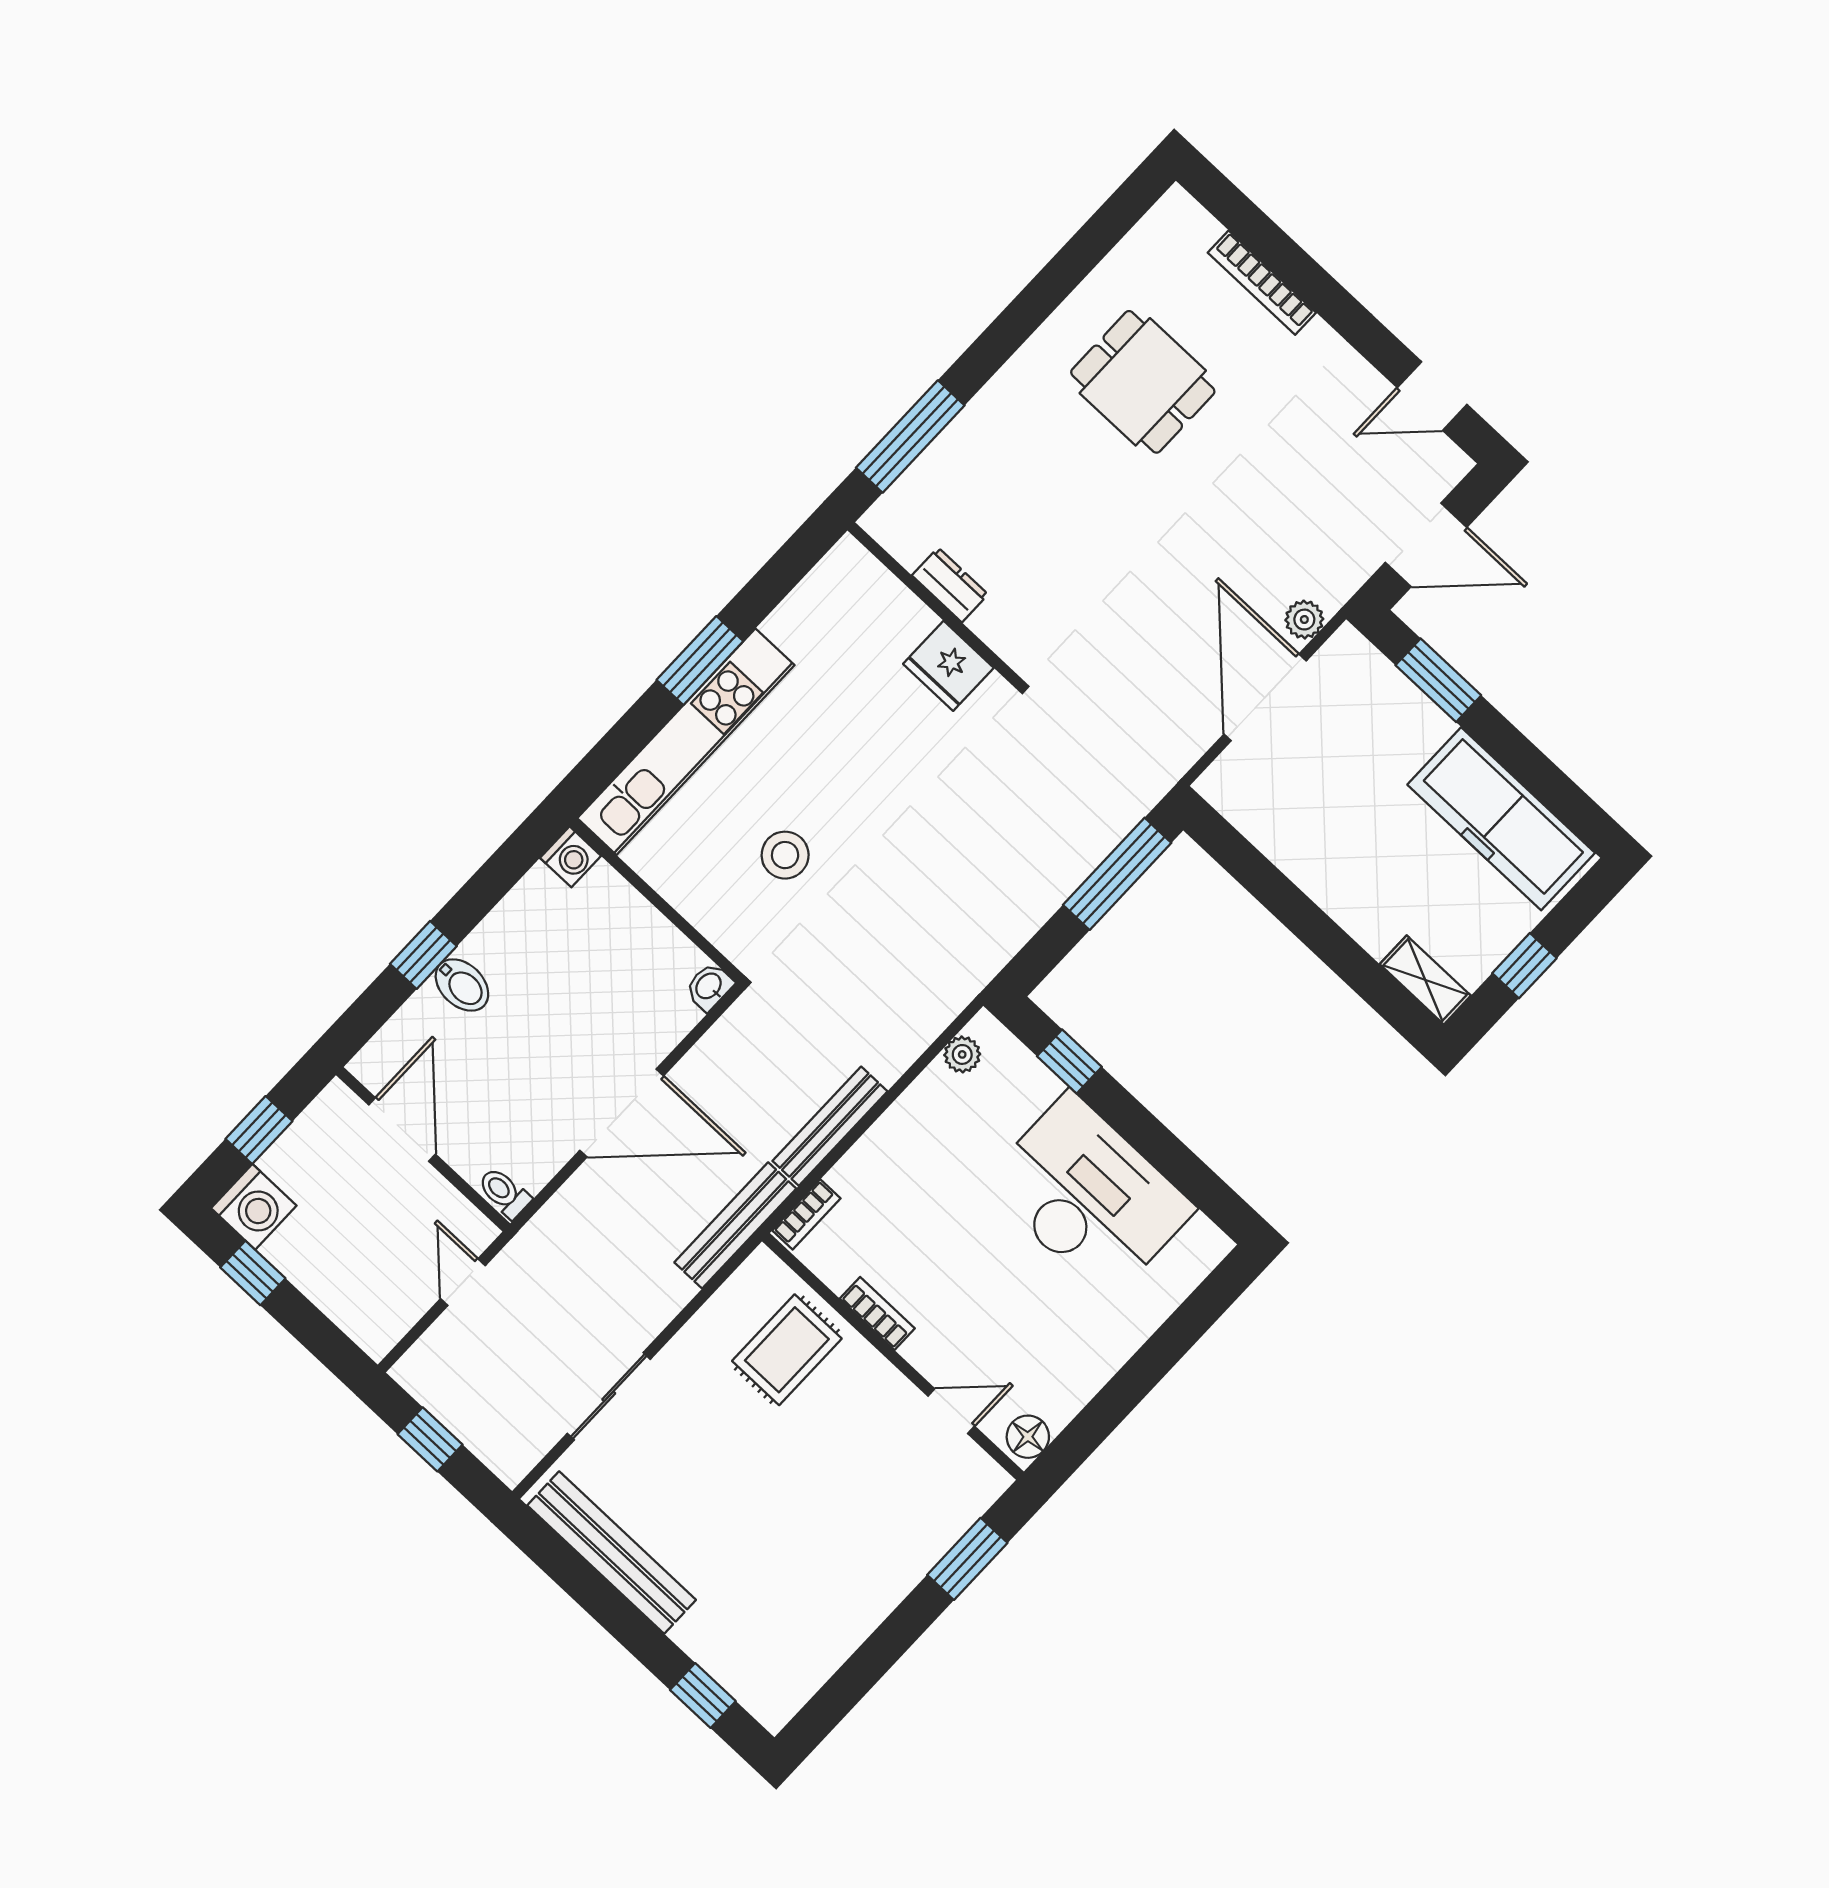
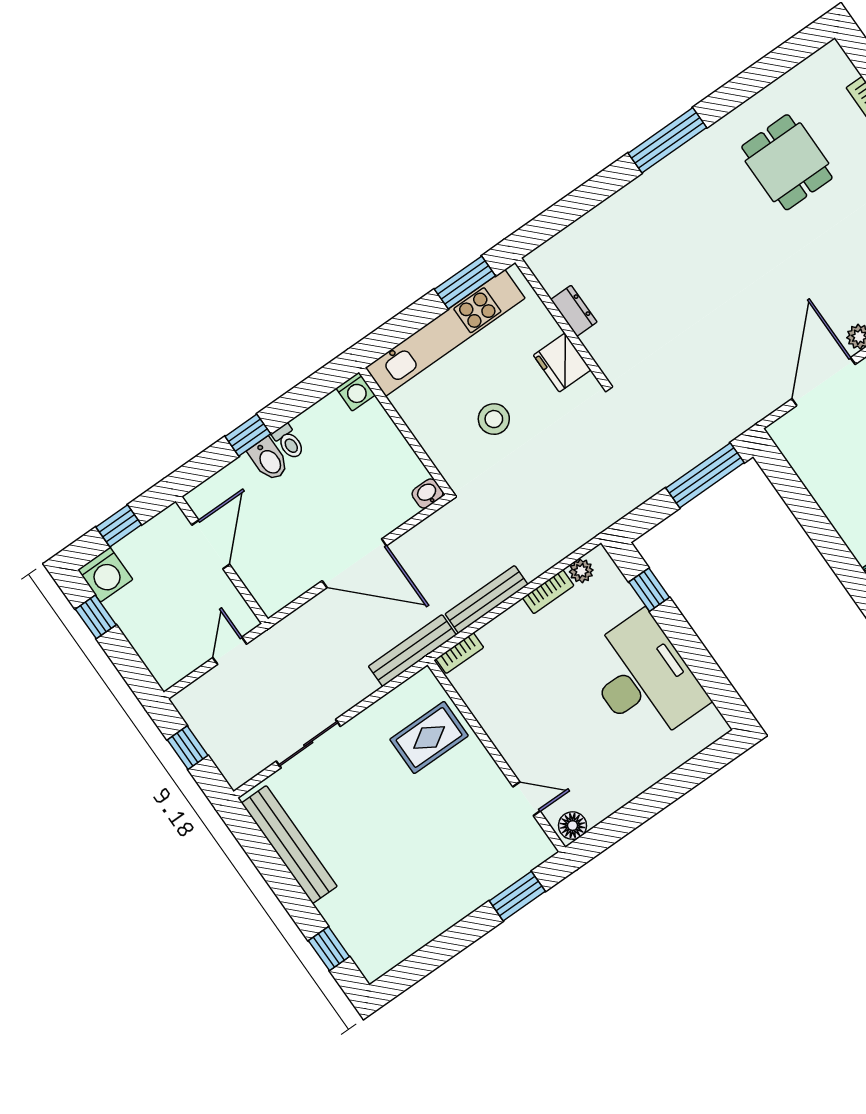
window: (910, 436) -> (667, 140), moved
dresser: (950, 585) -> (574, 311), moved
wall: (935, 605) -> (561, 321), moved
fridge: (948, 666) -> (562, 363), moved
toilet: (504, 1193) -> (289, 442), moved, turned 180
bookcase: (877, 1313) -> (548, 592), moved, turned 90

